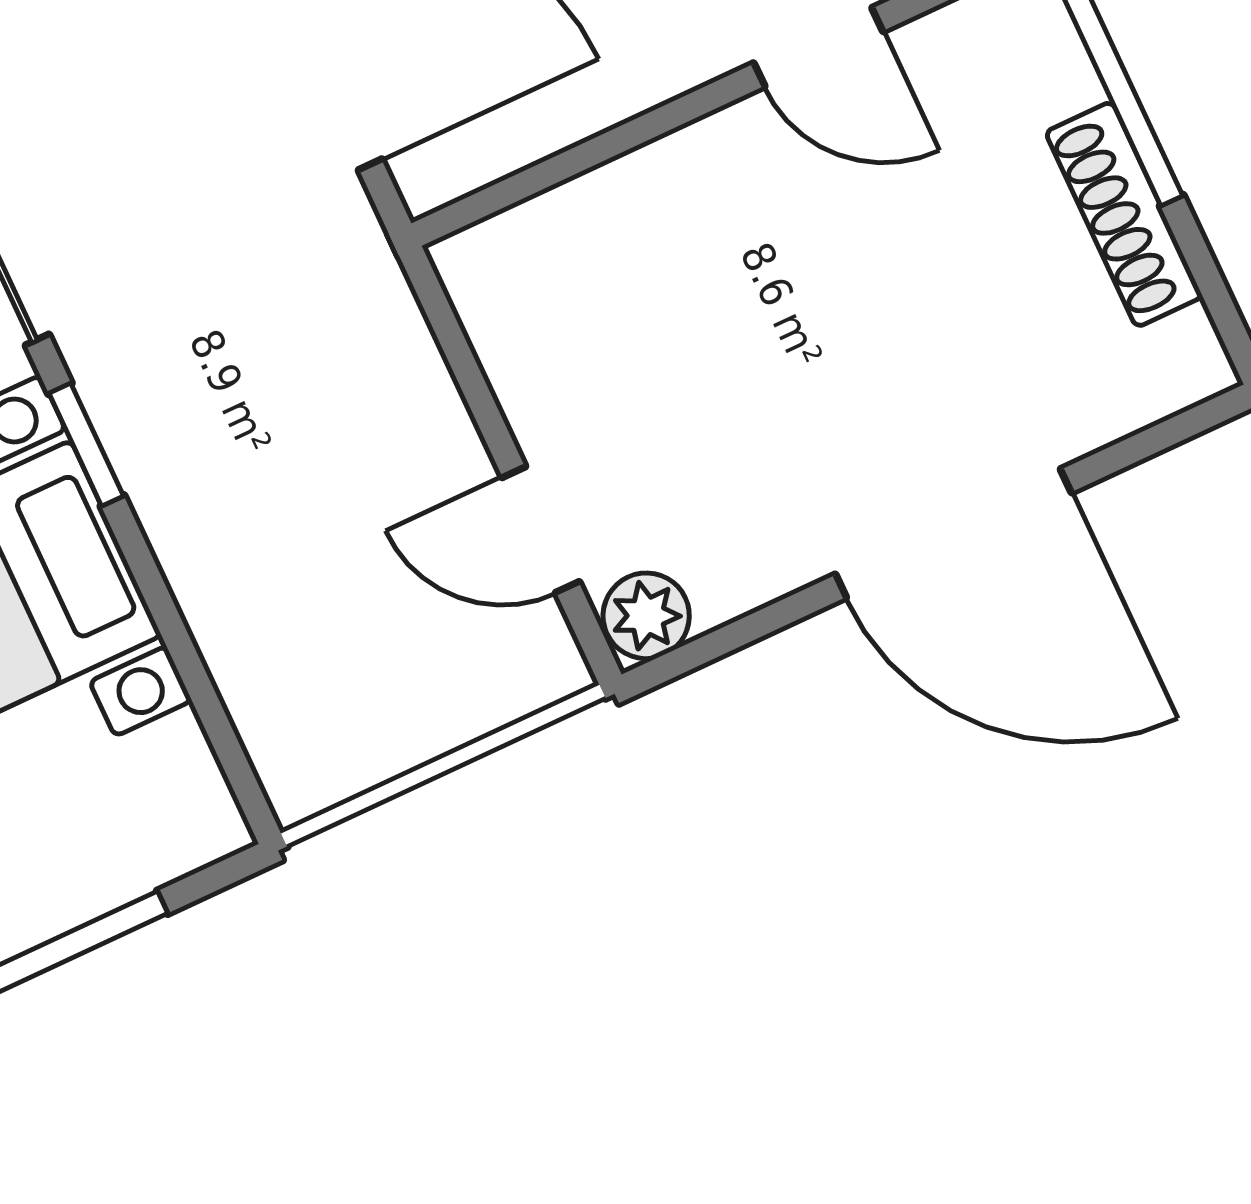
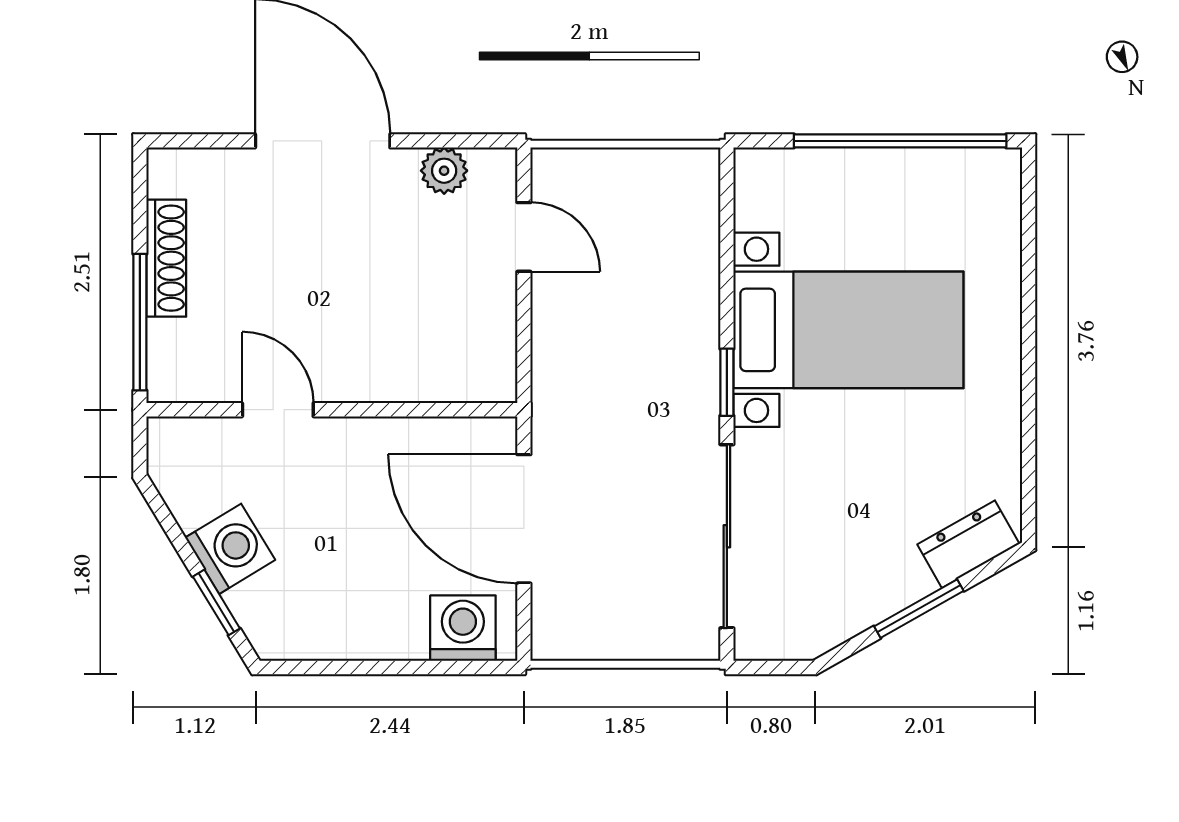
plant: (646, 616) -> (444, 171), moved

